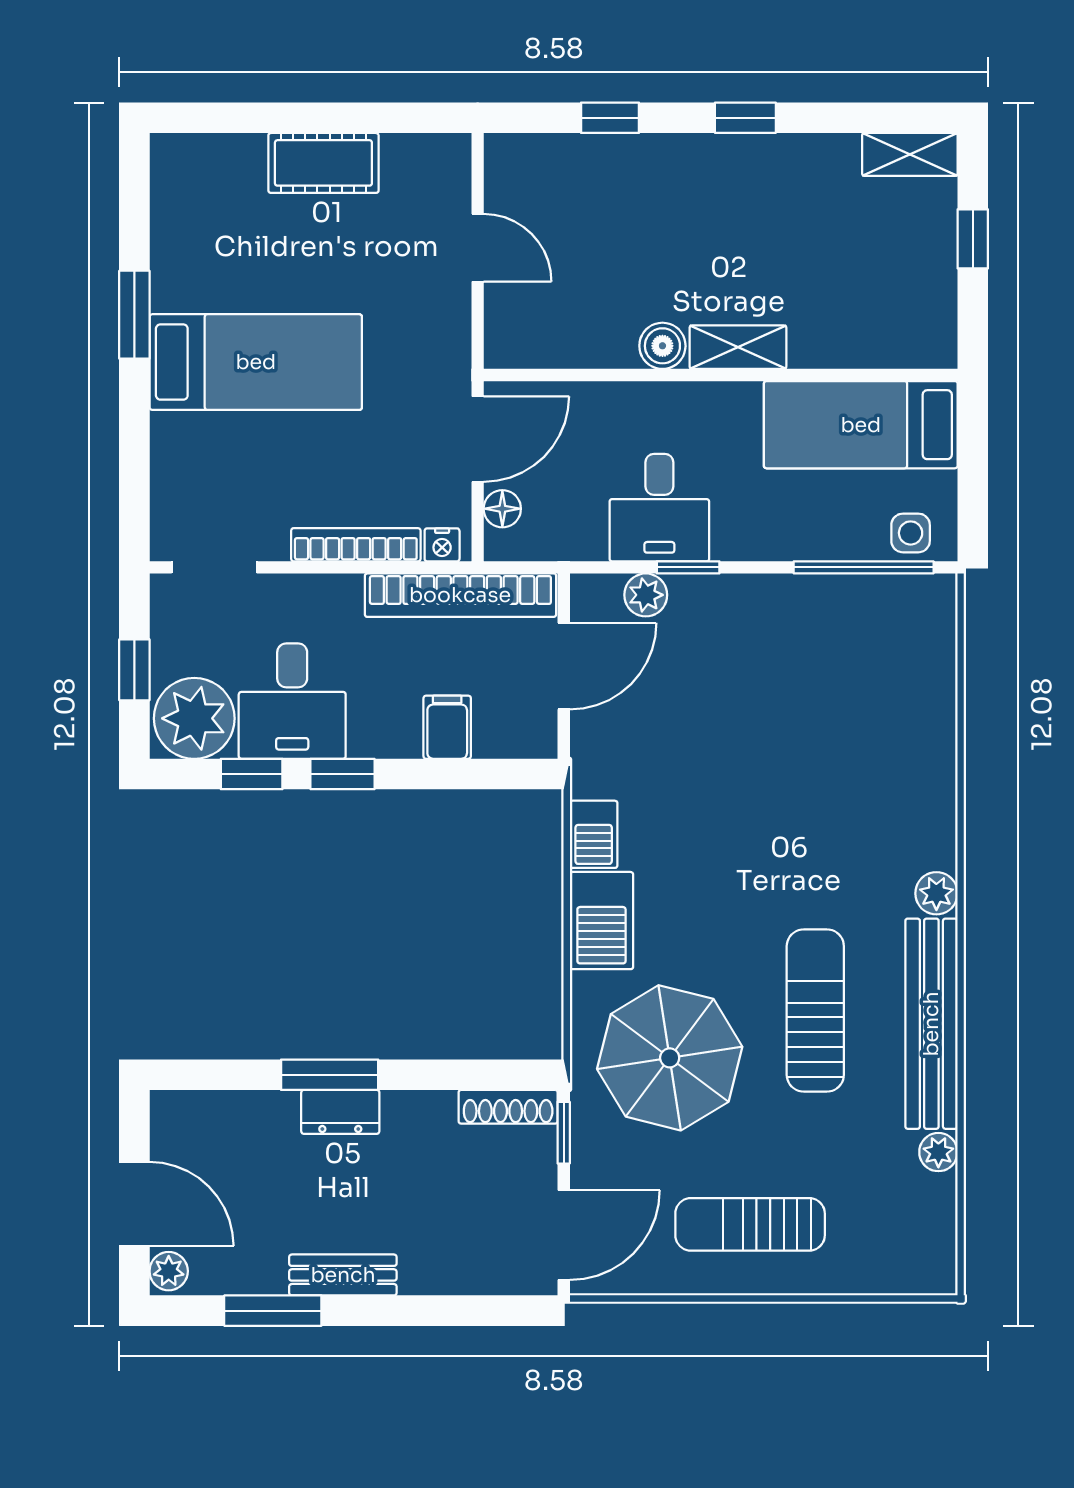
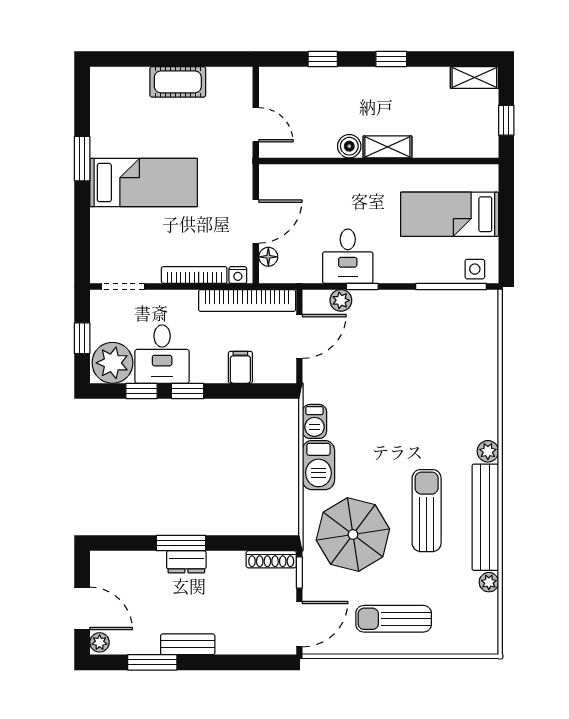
boiler: (662, 346) -> (349, 146), moved
shelving: (738, 347) -> (387, 147), moved
wall: (721, 375) -> (379, 161), moved

